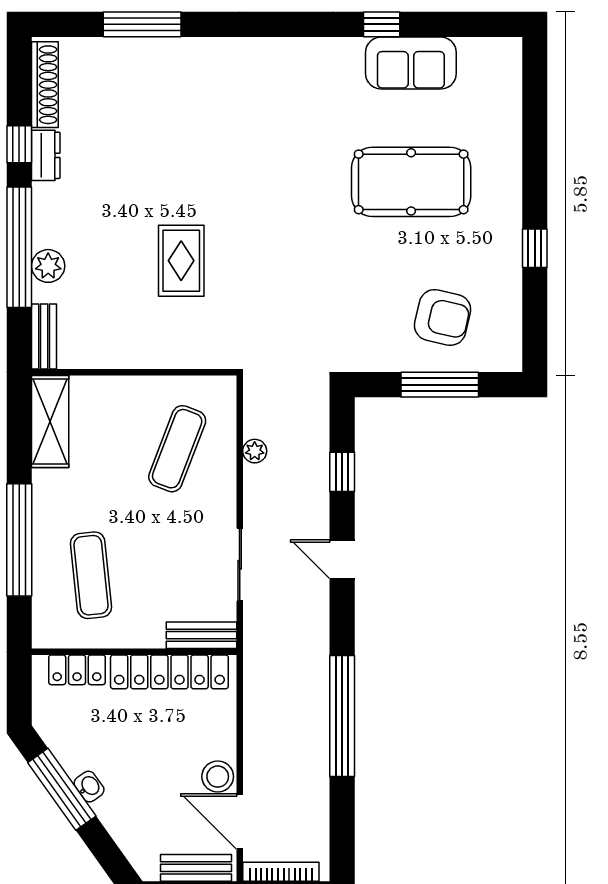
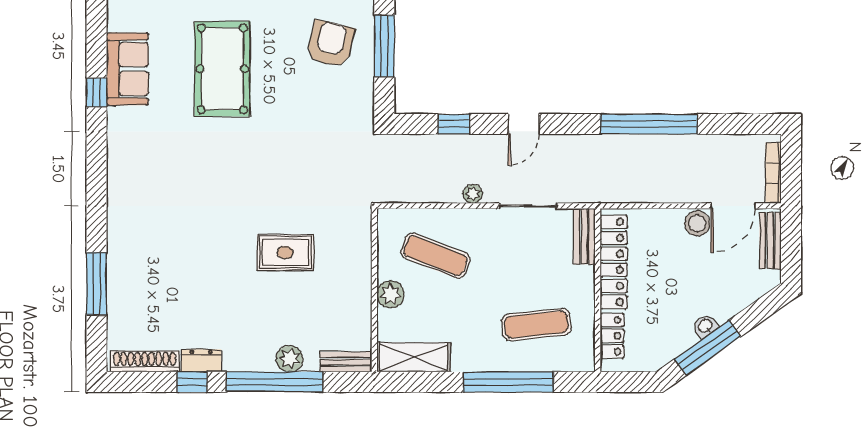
plant: (129, 392) -> (390, 294), added
plant: (255, 451) -> (473, 194), moved

